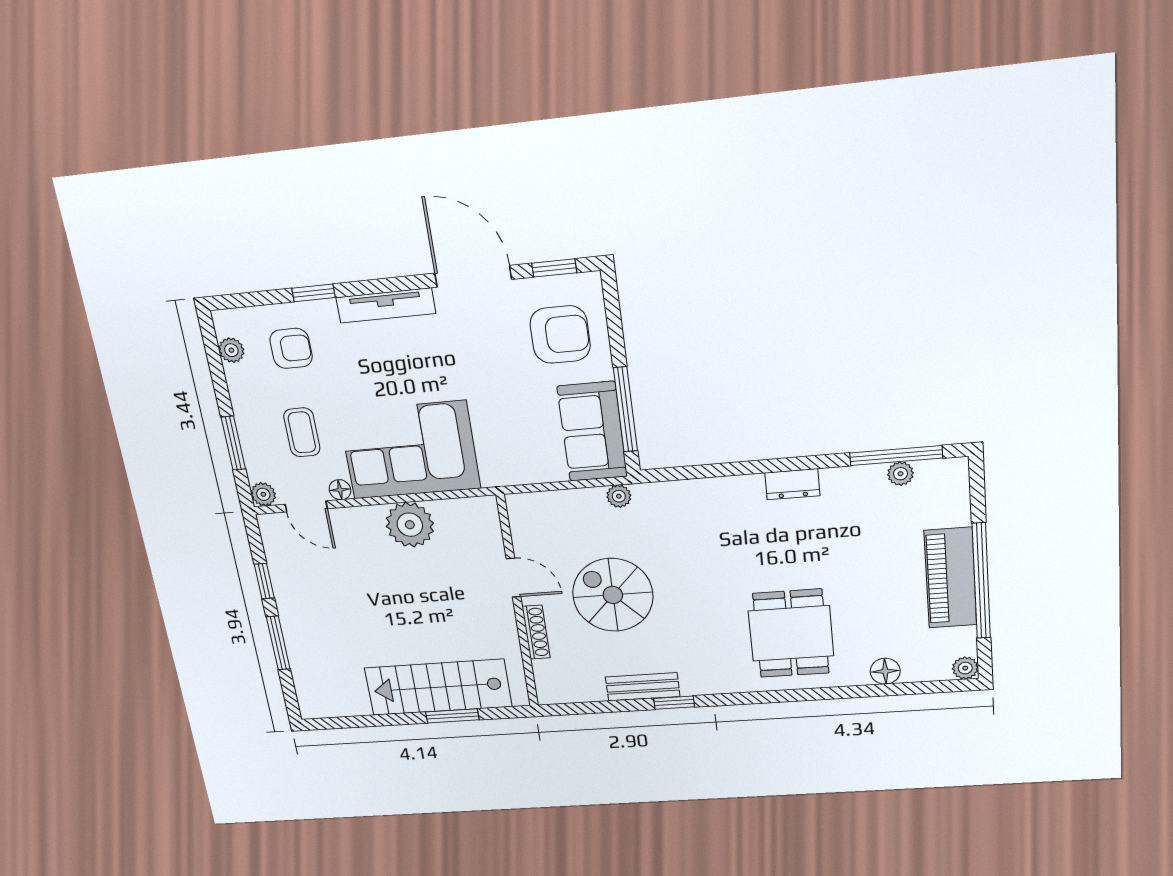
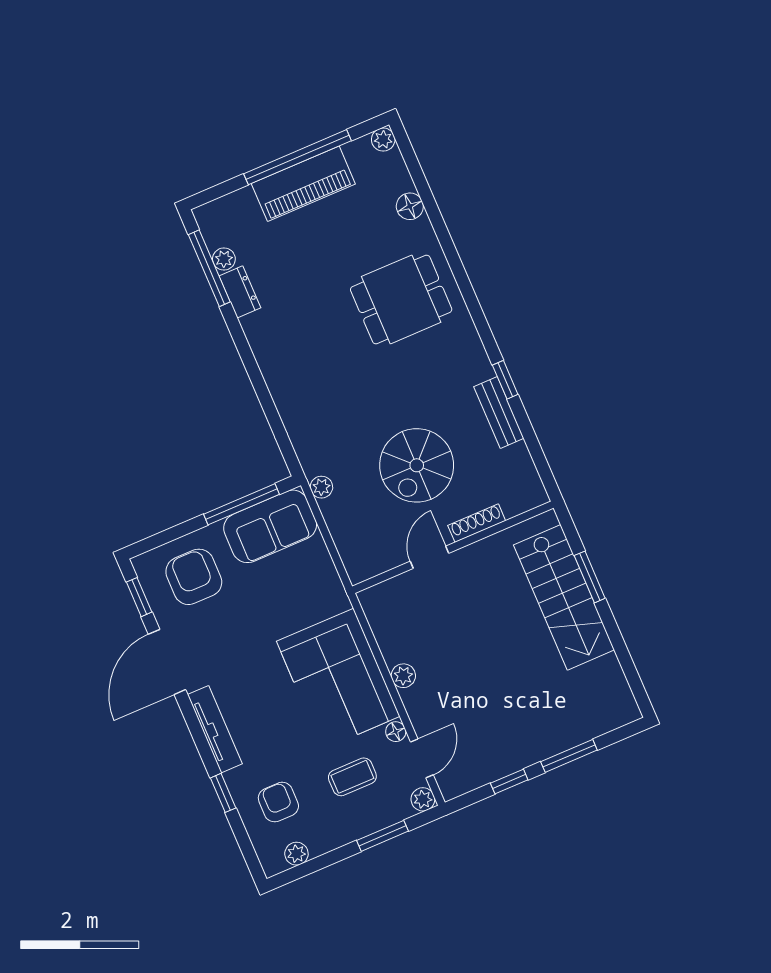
dresser: (792, 484) -> (240, 292), moved
plant: (410, 525) -> (403, 676), width x0.53, depth x0.53

